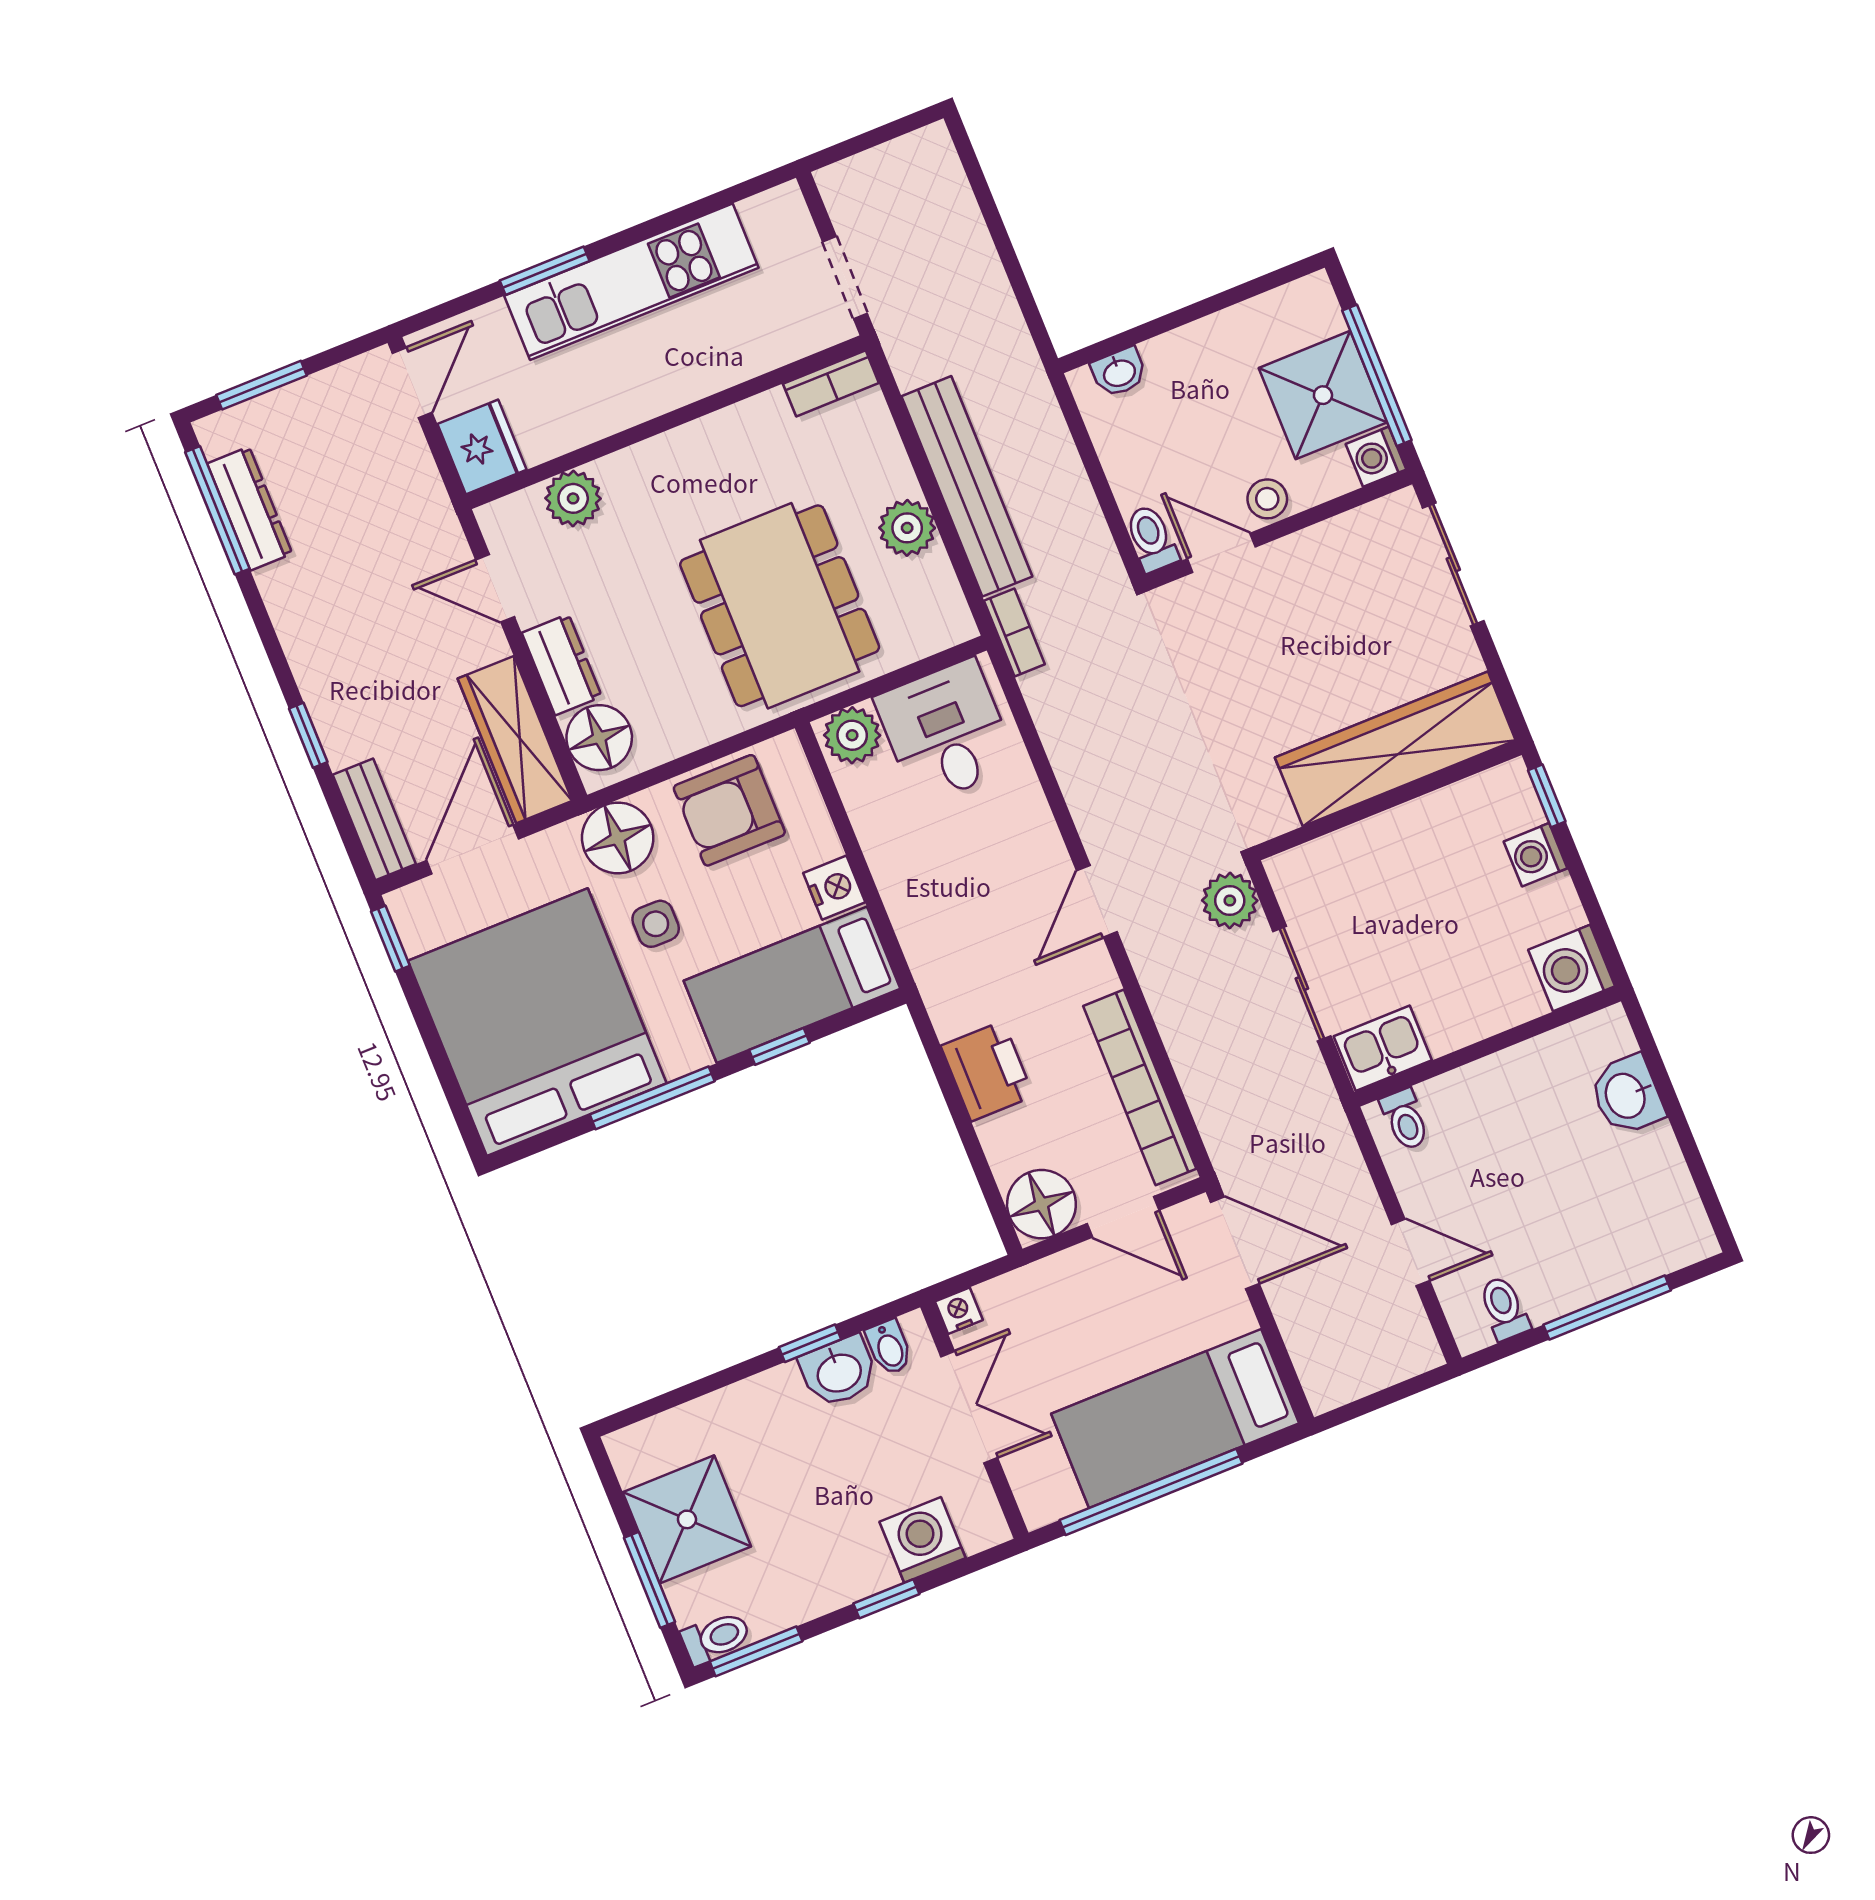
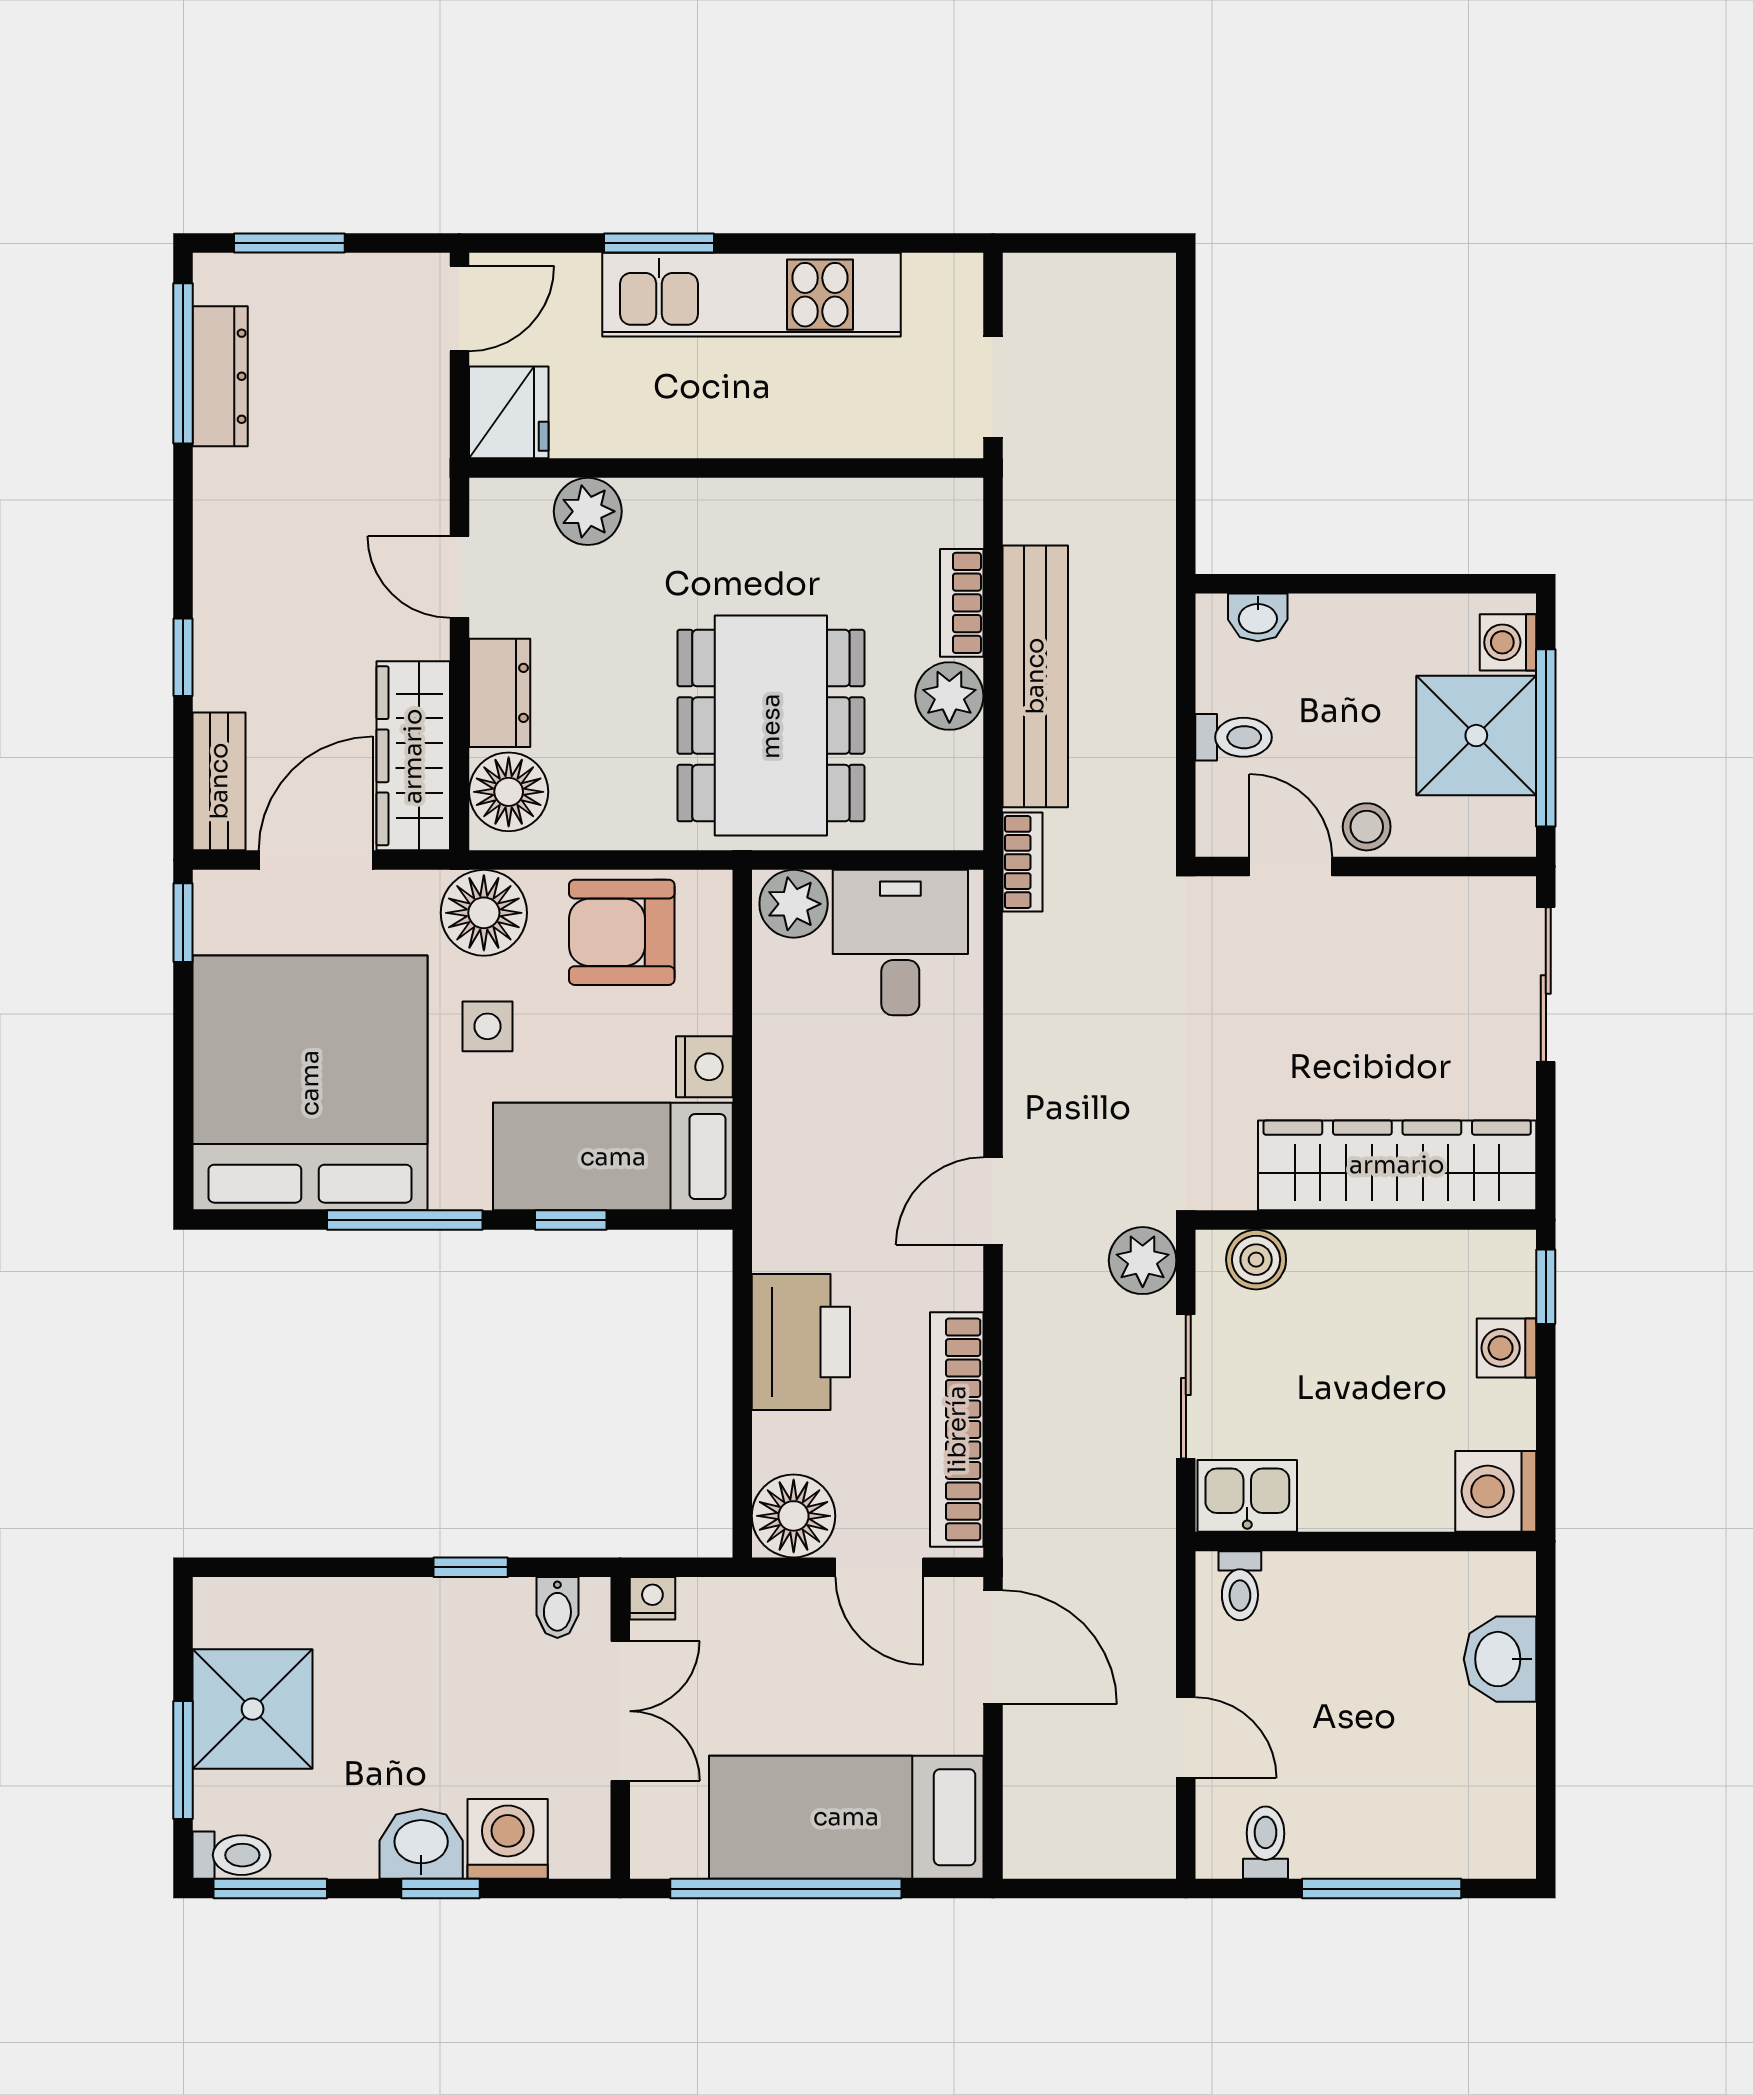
bookcase: (831, 383) -> (962, 603), moved, turned 90
washing machine: (1376, 457) -> (1508, 642), moved
toilet: (1152, 539) -> (1234, 737), moved, turned 90
boiler: (1316, 865) -> (1256, 1260), added
printer: (987, 1071) -> (801, 1342), width x1.37, depth x1.19
washbasin: (839, 1372) -> (421, 1844), moved, turned 180

